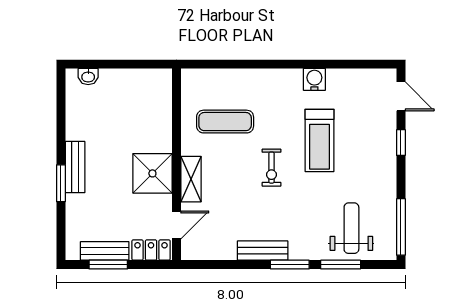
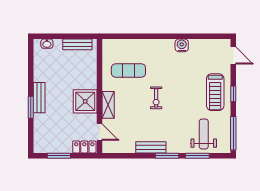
treadmill: (319, 140) -> (215, 92), moved
window: (401, 143) -> (233, 94), moved
door: (176, 225) -> (100, 132), hinge flipped
bench: (105, 251) -> (77, 44), moved

